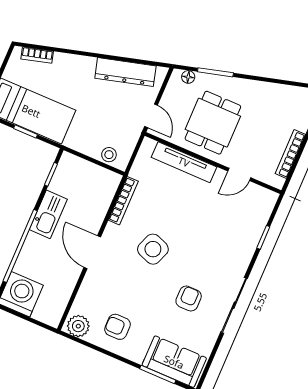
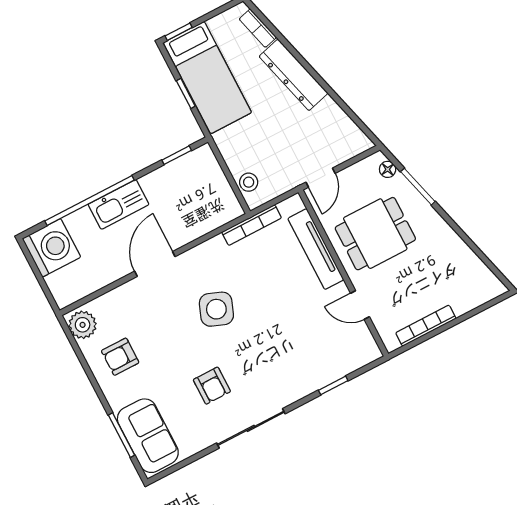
dresser: (125, 72) -> (294, 75), moved
bookcase: (123, 201) -> (252, 225), moved
kitchen sink: (48, 214) -> (119, 204), moved
armchair: (189, 299) -> (212, 386), turned 90
armchair: (118, 327) -> (120, 357), turned -90

